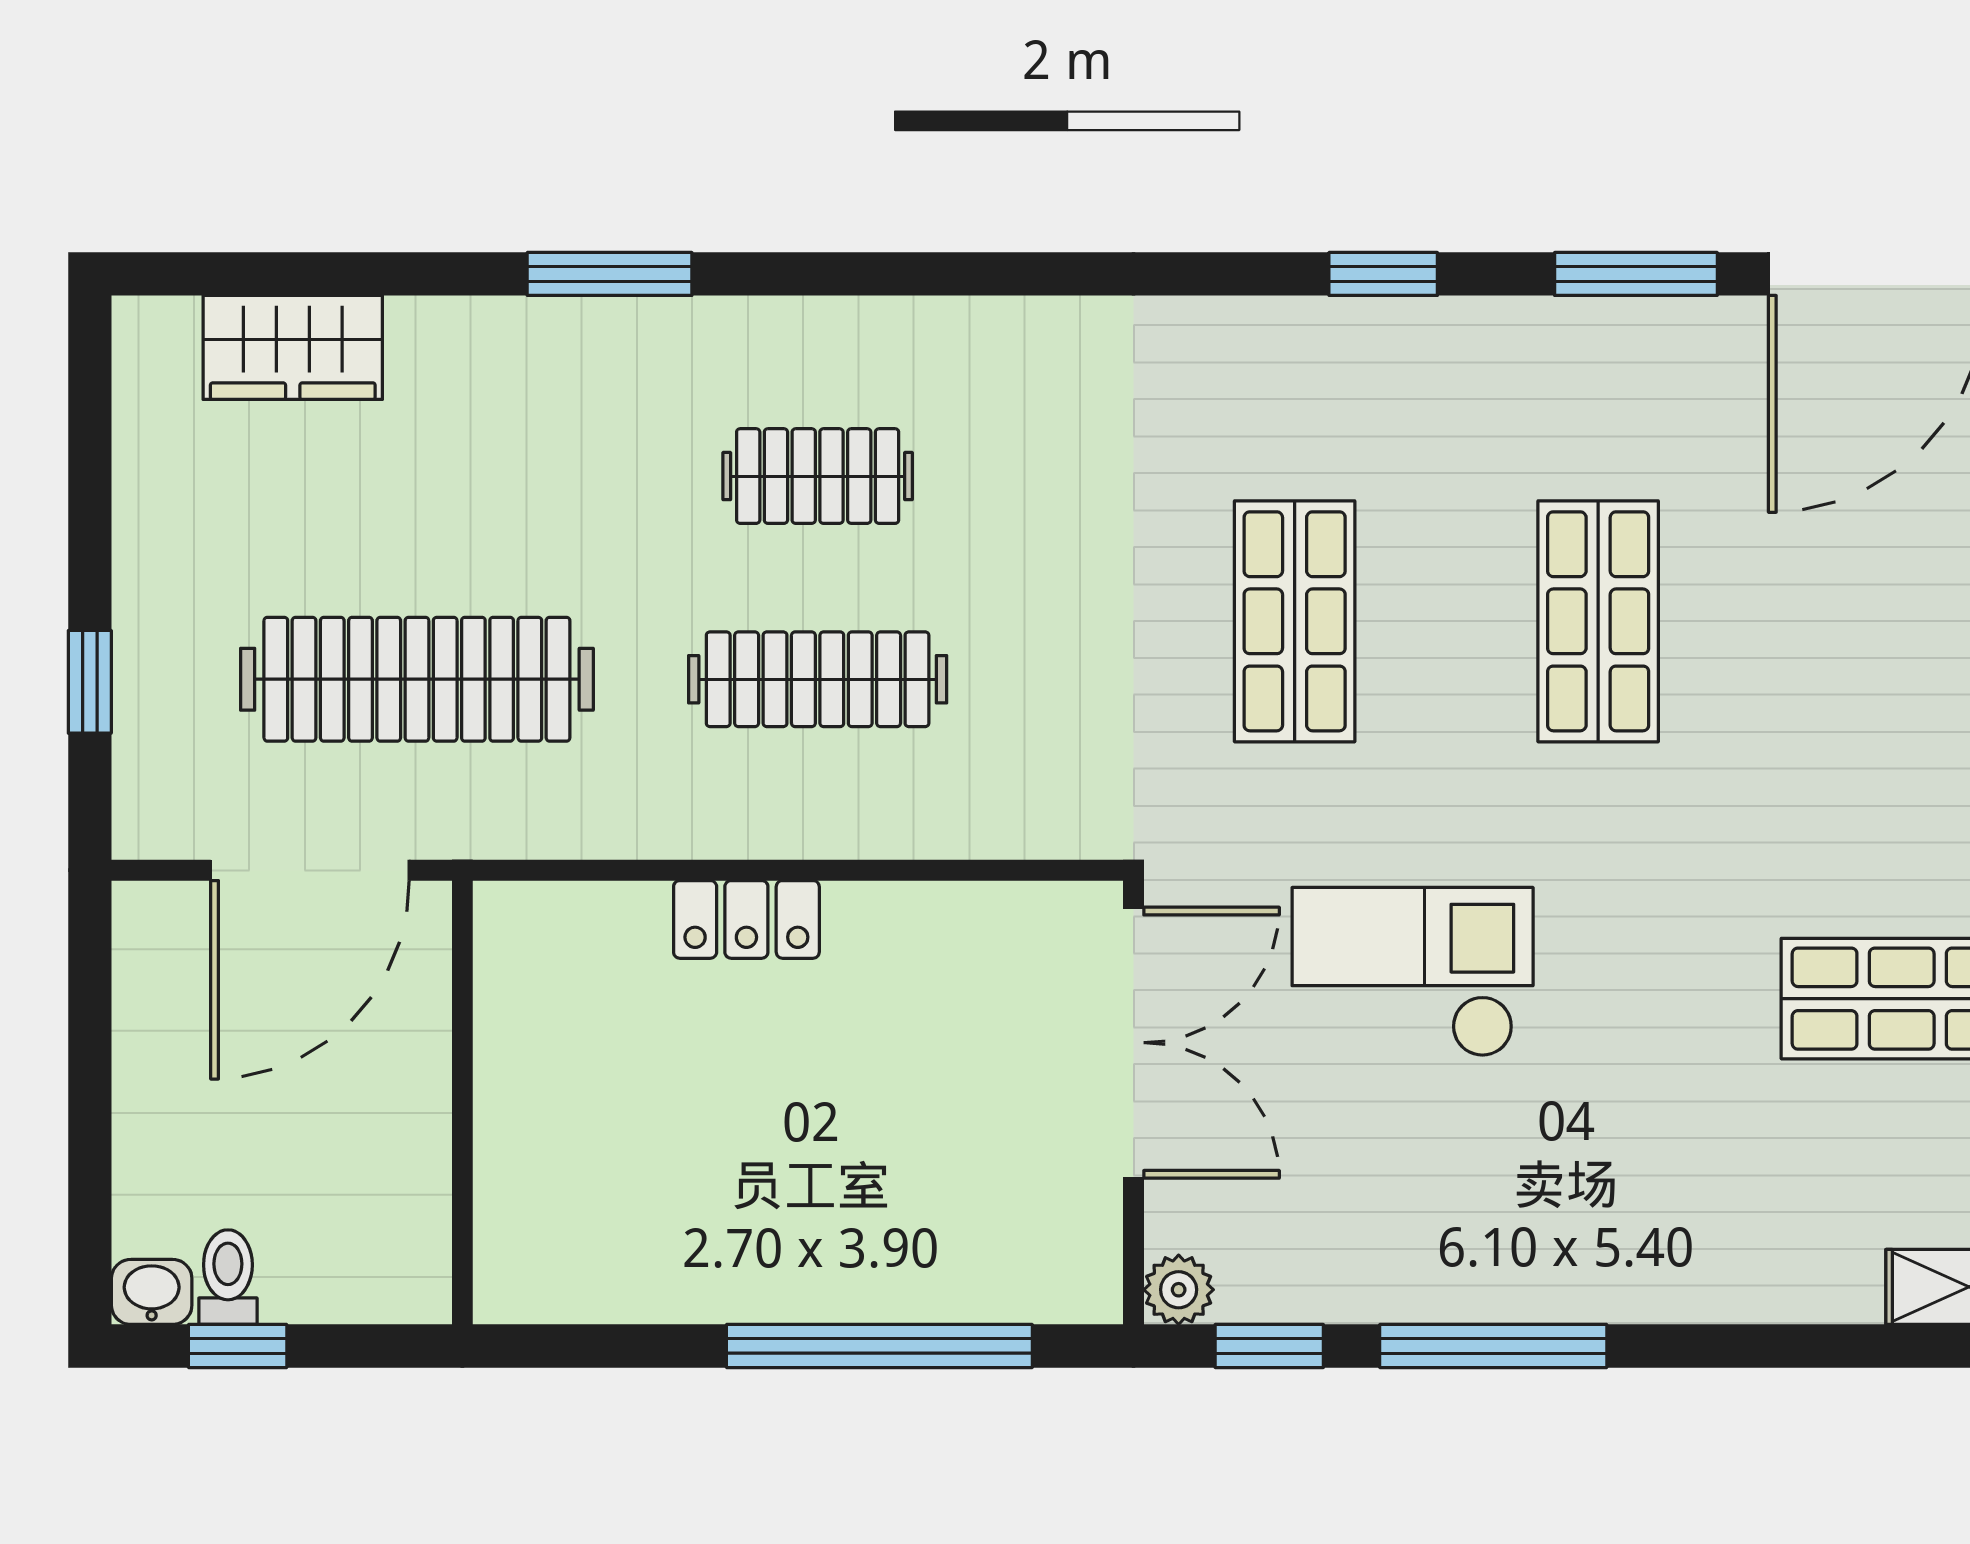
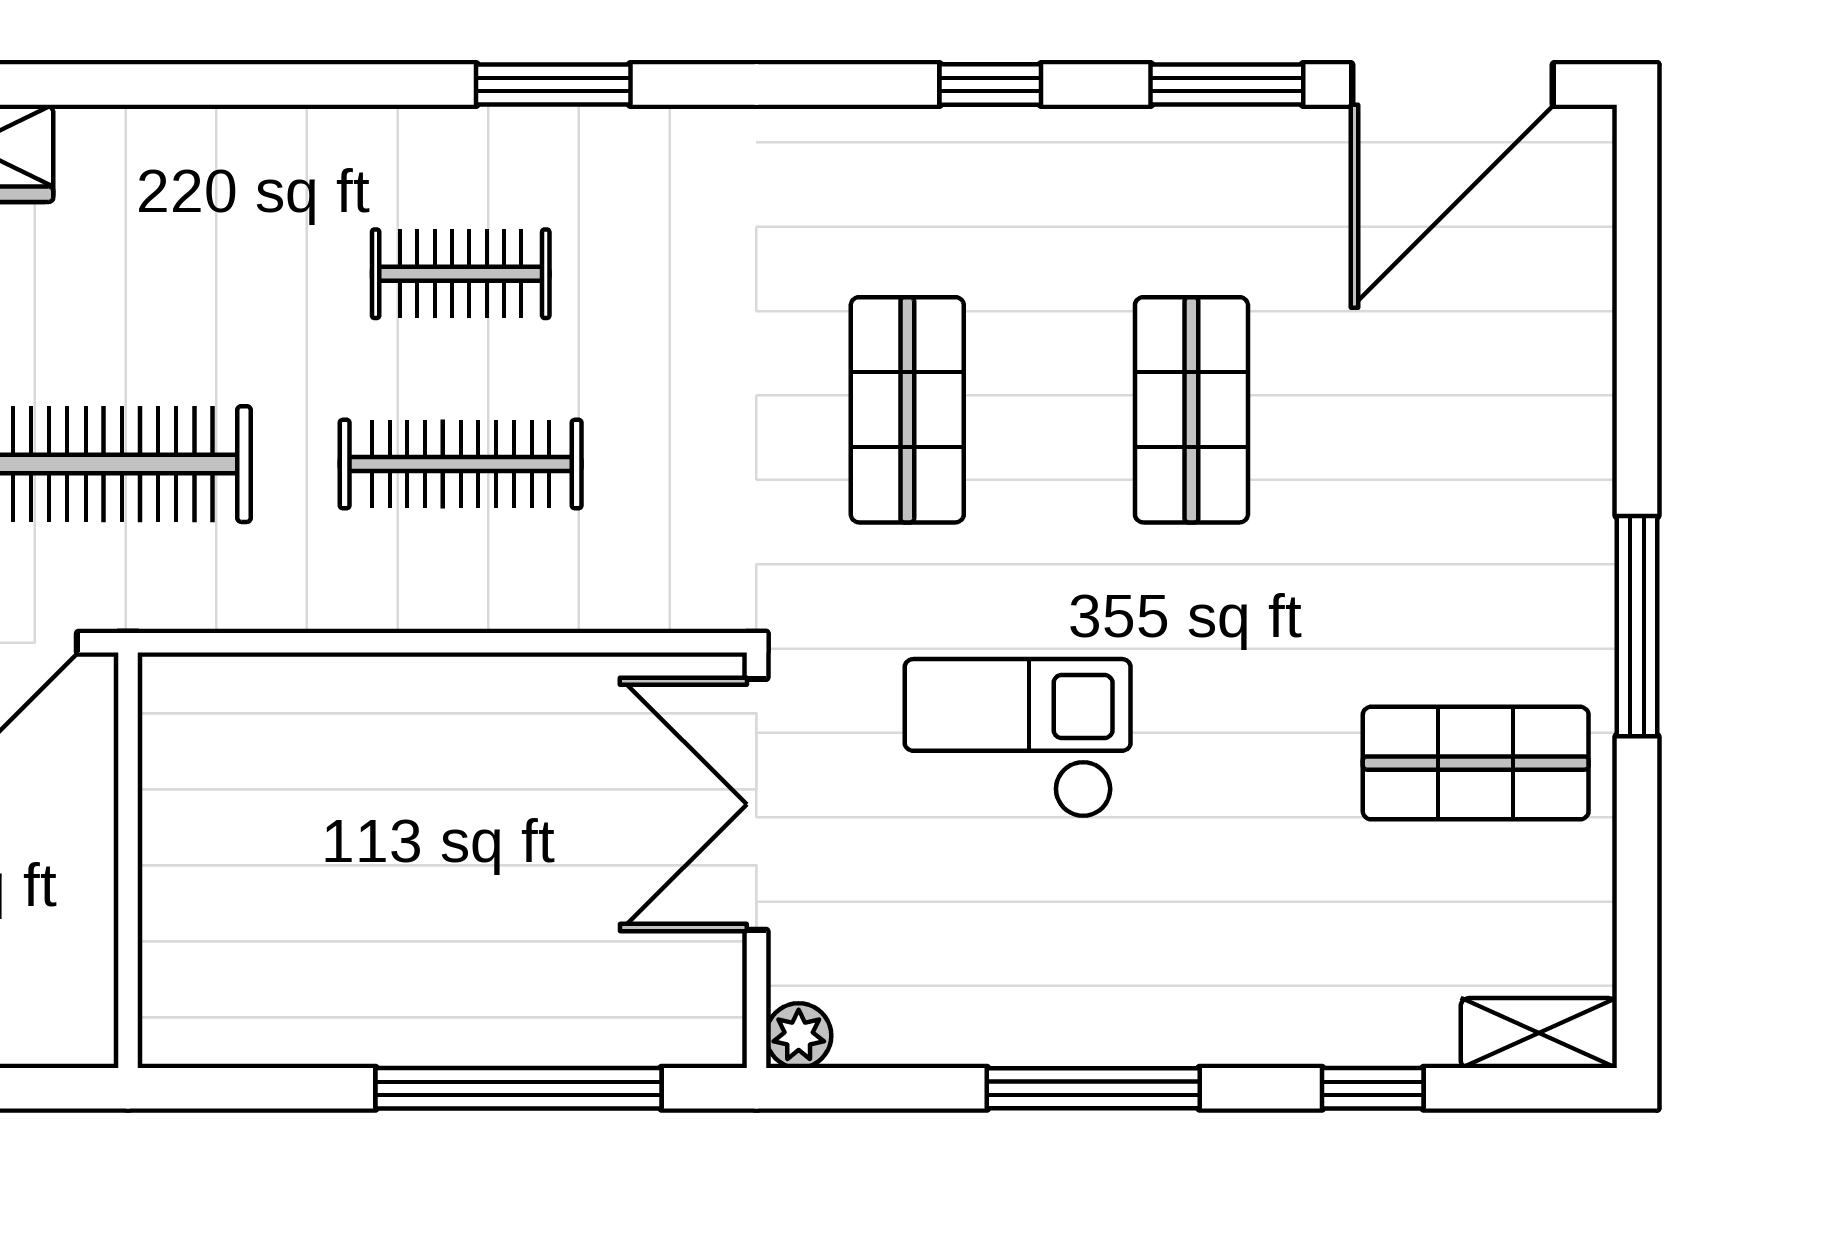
window: (610, 274) -> (553, 85), moved
locker: (746, 919) -> (394, 689), removed
double door: (1134, 1043) -> (756, 804), swing flipped
window: (1269, 1346) -> (1373, 1088), moved

